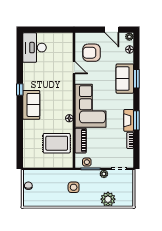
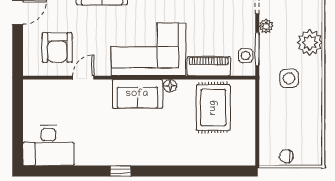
sofa: (31, 105) -> (137, 94), moved, turned 180
plant: (108, 199) -> (310, 43), moved

